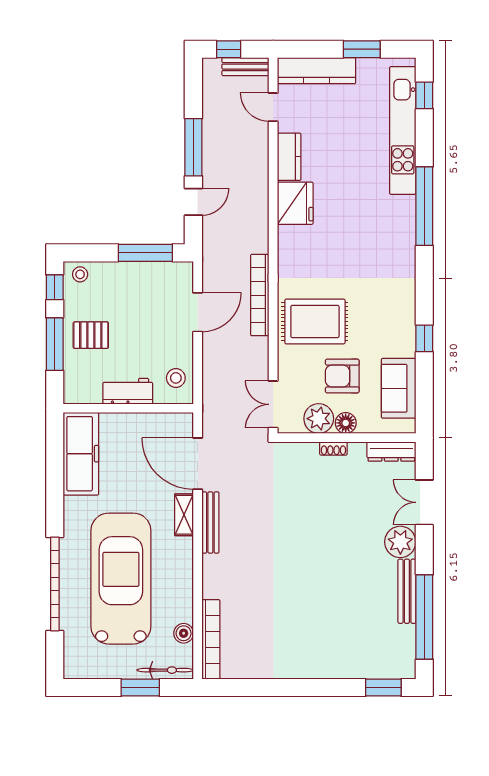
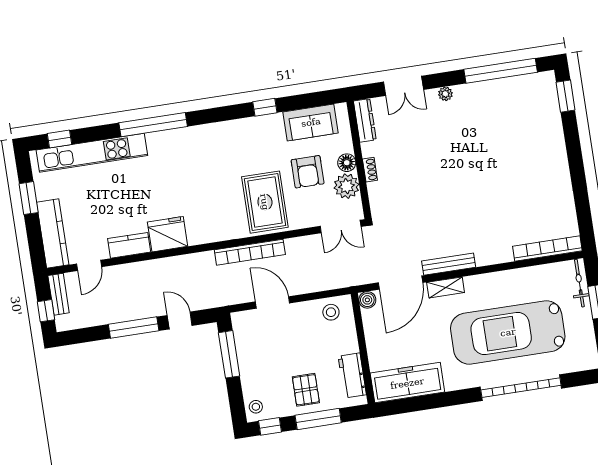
workbench: (128, 391) -> (352, 375), moved
plant: (400, 542) -> (445, 94), width x0.53, depth x0.53
bench: (407, 591) -> (481, 89), removed
boiler: (184, 633) -> (367, 300), moved

